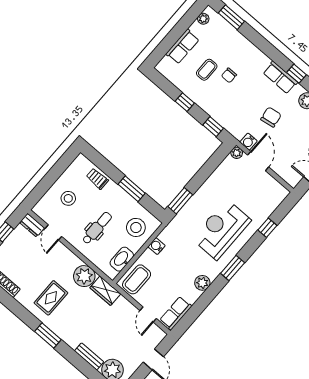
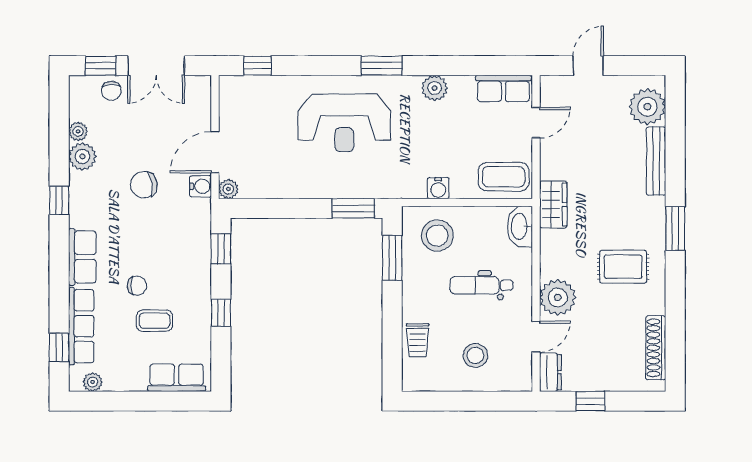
window: (231, 17) -> (59, 348), width x0.67
row of seats: (232, 35) -> (81, 326), added
row of seats: (183, 47) -> (177, 378), moved
row of seats: (280, 77) -> (82, 257), moved
window: (132, 189) -> (392, 258), moved
window: (267, 228) -> (257, 66), moved
washbasin: (122, 259) -> (520, 227), moved, turned 90
plant: (84, 276) -> (558, 297), moved
bench: (89, 356) -> (656, 161), width x1.36

